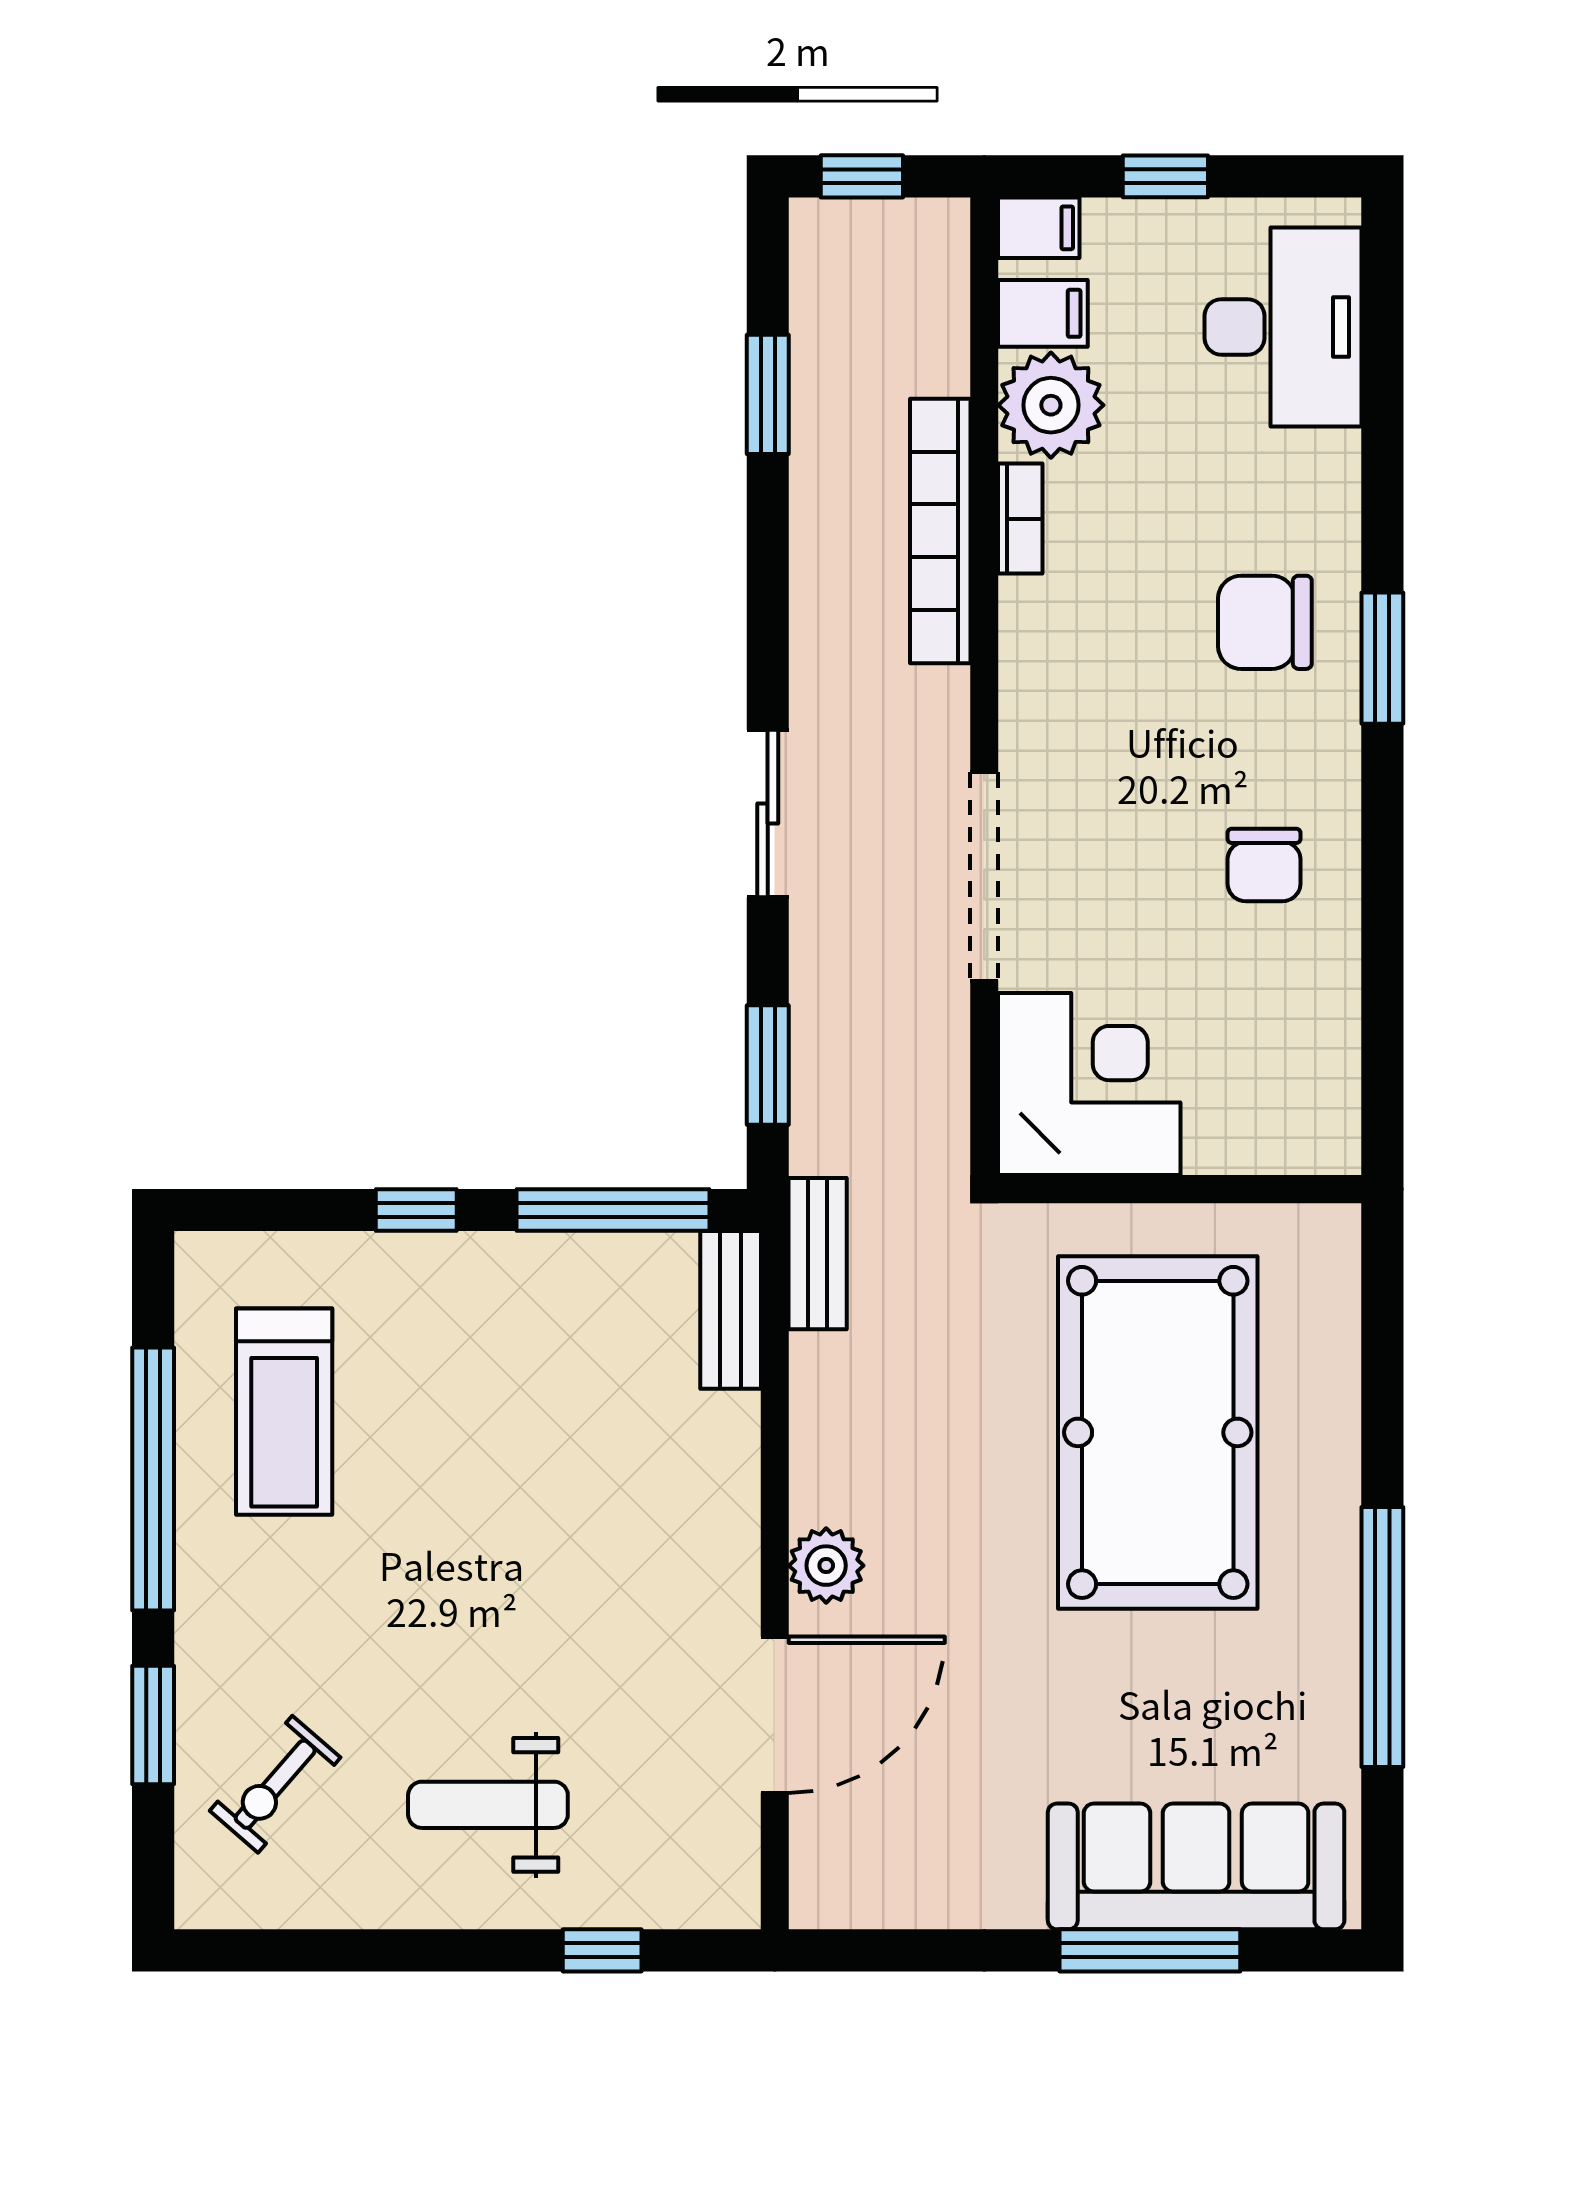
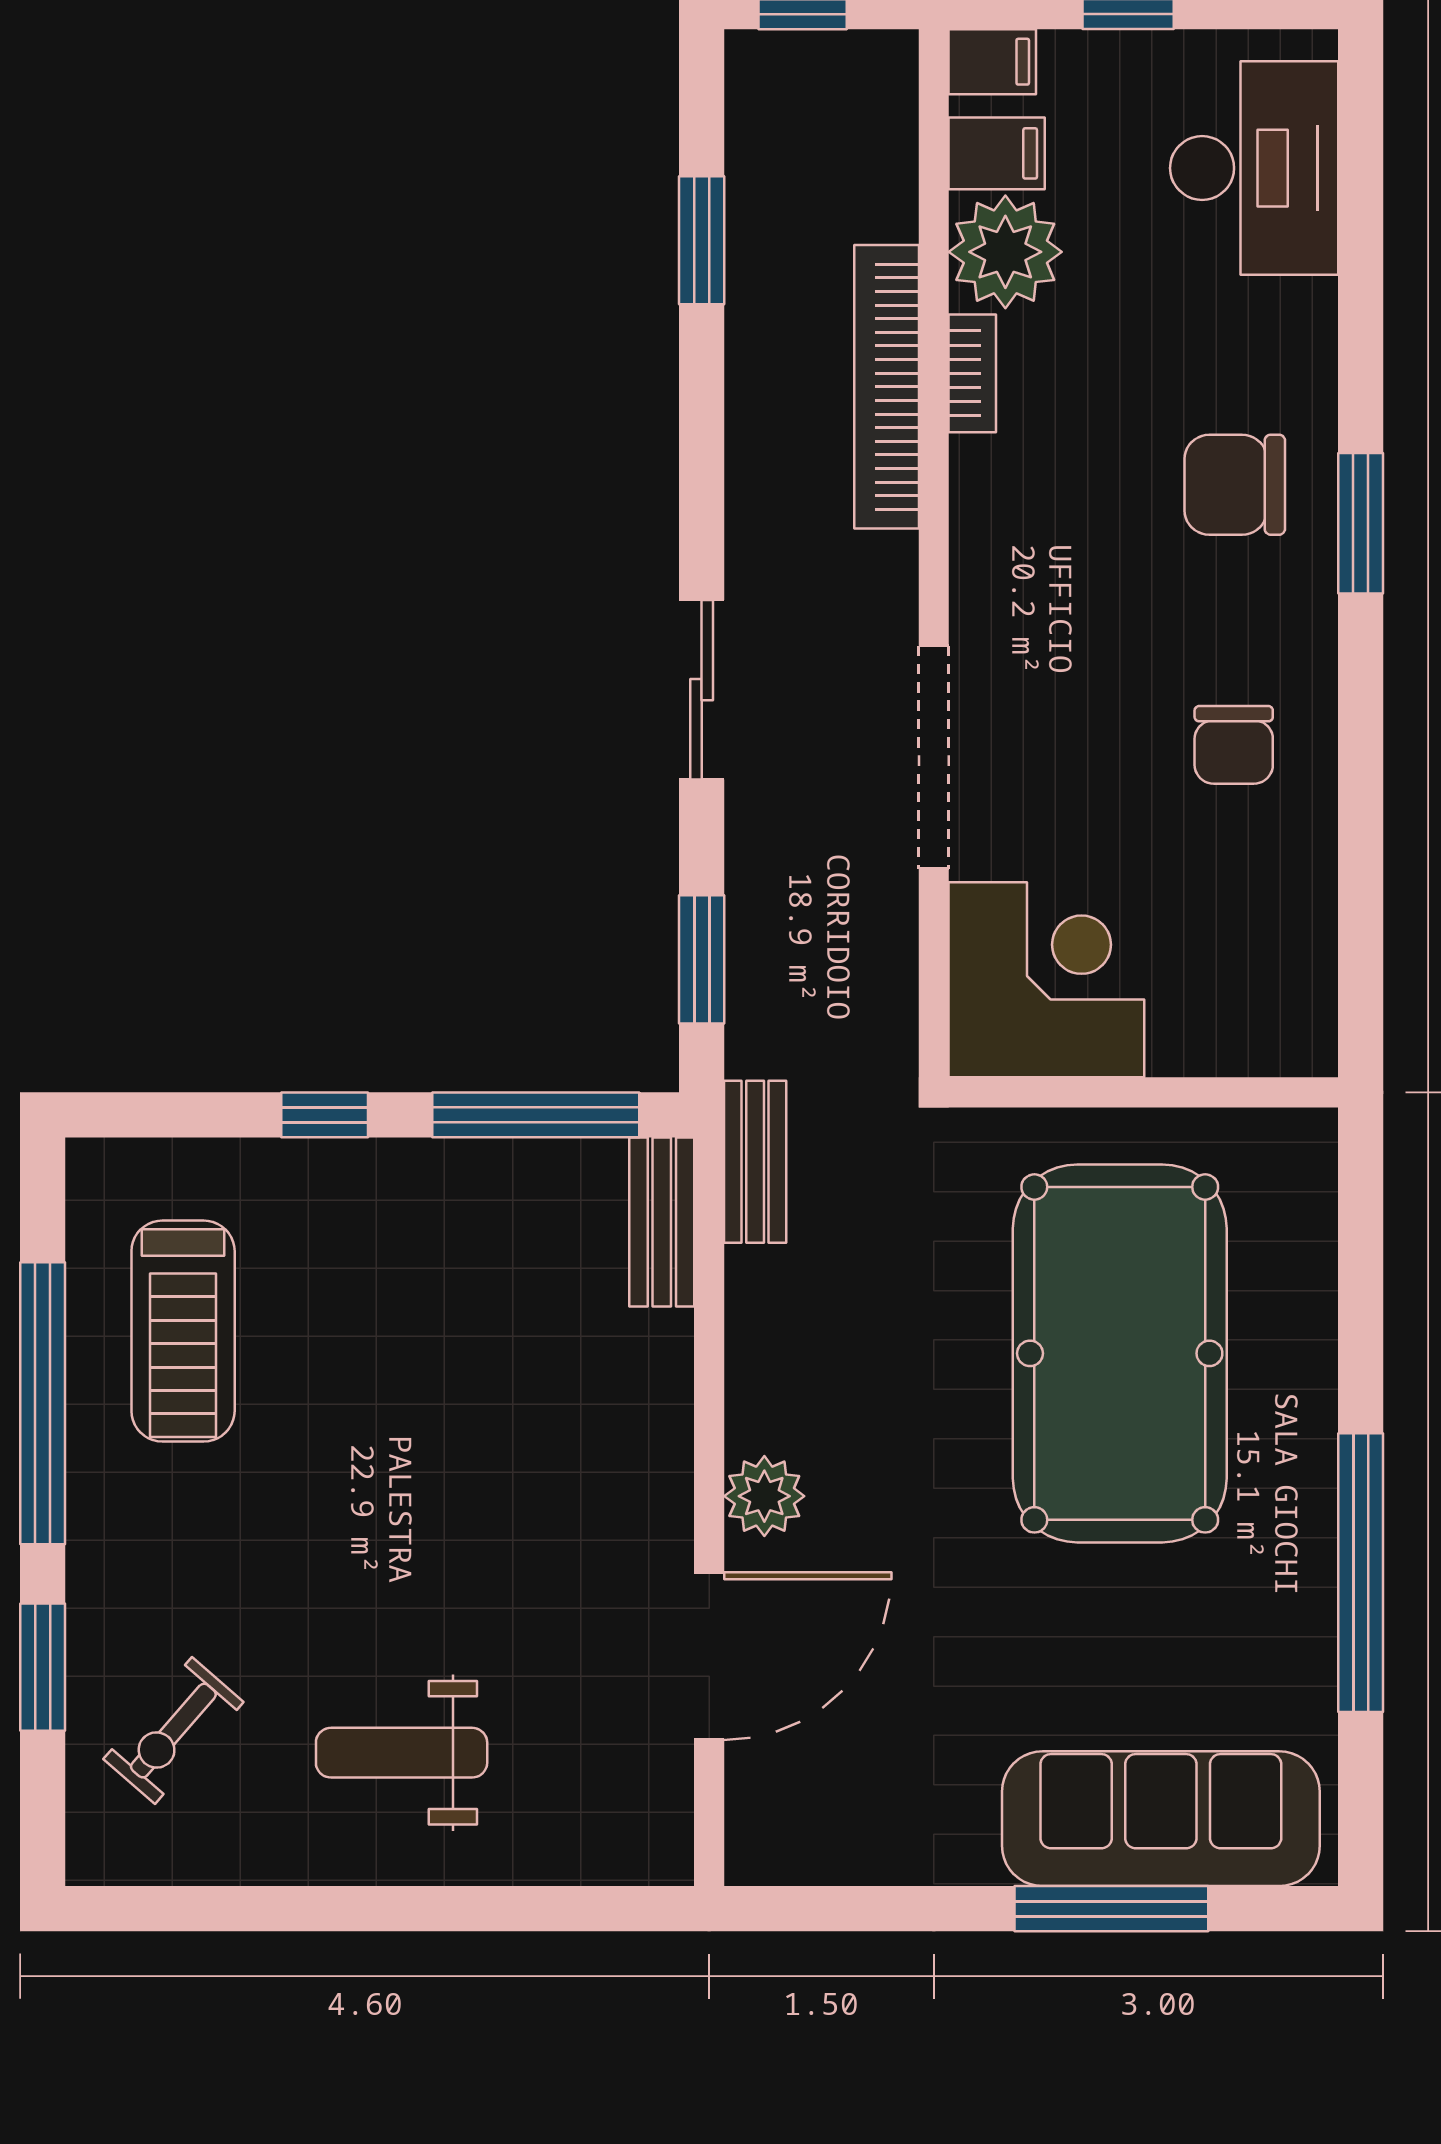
window: (602, 1950) -> (524, 1909), removed

